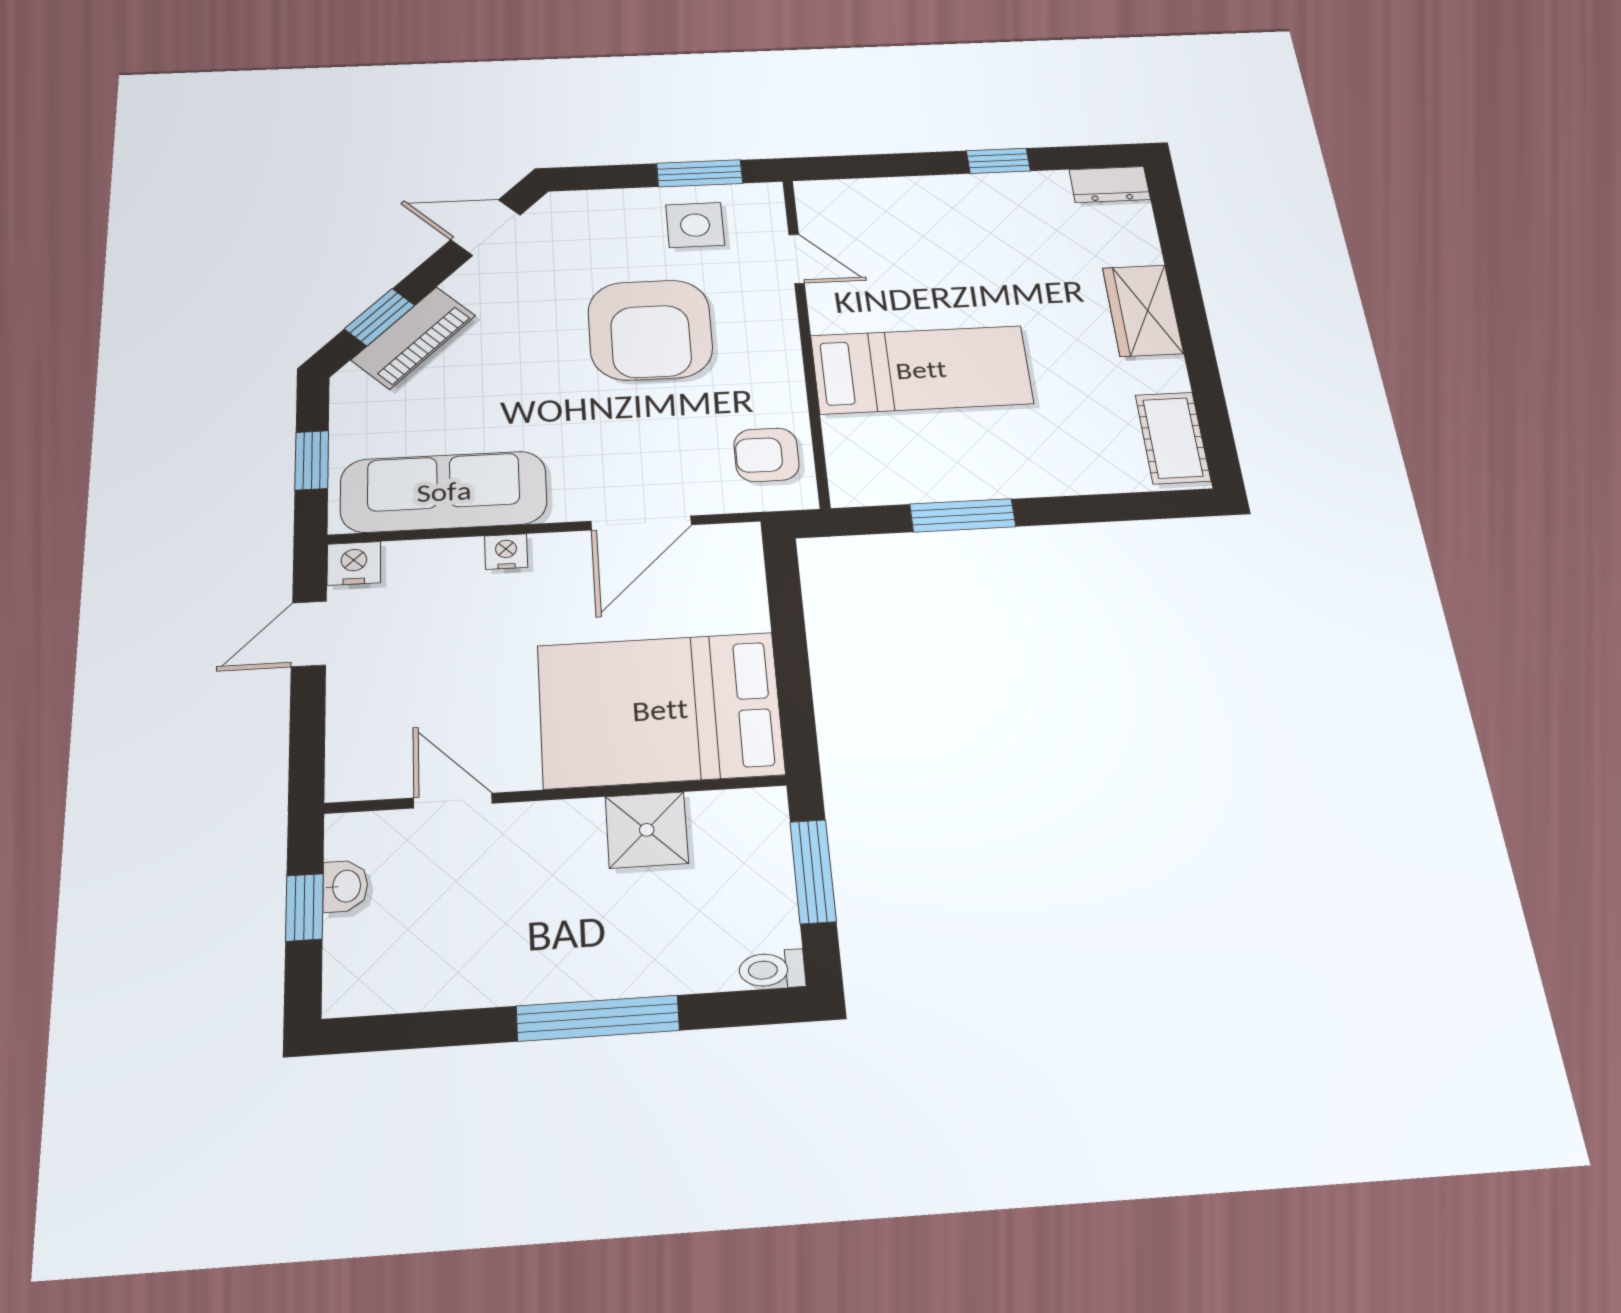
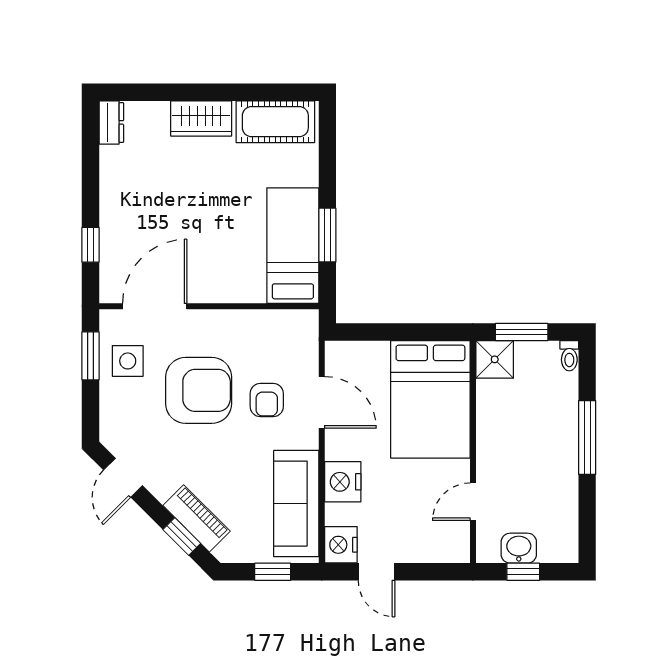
window: (998, 161) -> (91, 245), moved
door: (797, 259) -> (155, 306), width x1.88
bed: (921, 370) -> (293, 246), moved
cot: (1173, 438) -> (275, 122), width x1.37, depth x1.34
armchair: (766, 455) -> (267, 400), moved
nightstand: (506, 552) -> (343, 482), width x1.89, depth x1.79
nightstand: (354, 563) -> (341, 545), width x1.36, depth x1.33
shower: (647, 830) -> (495, 359), moved
washbasin: (345, 886) -> (519, 548), width x1.38, depth x1.45

